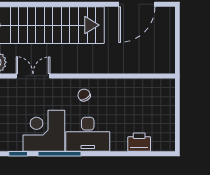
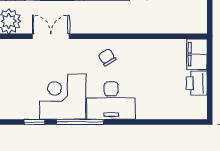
filing cabinet: (166, 92) -> (197, 54), added
printer: (139, 142) -> (197, 83), moved, turned -90

